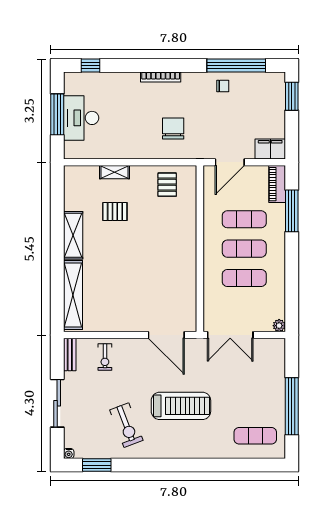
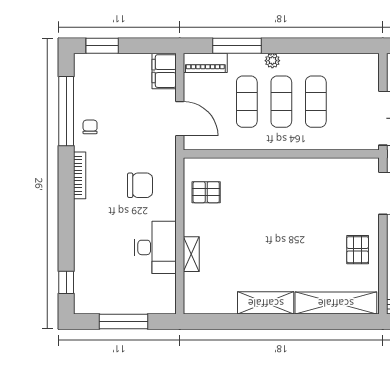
bookcase: (161, 77) -> (80, 175), moved
desk: (81, 118) -> (155, 247), moved, turned -90
chair: (173, 128) -> (140, 185), turned 180
pallet: (115, 212) -> (358, 250), moved
plant: (279, 326) -> (272, 61), moved

